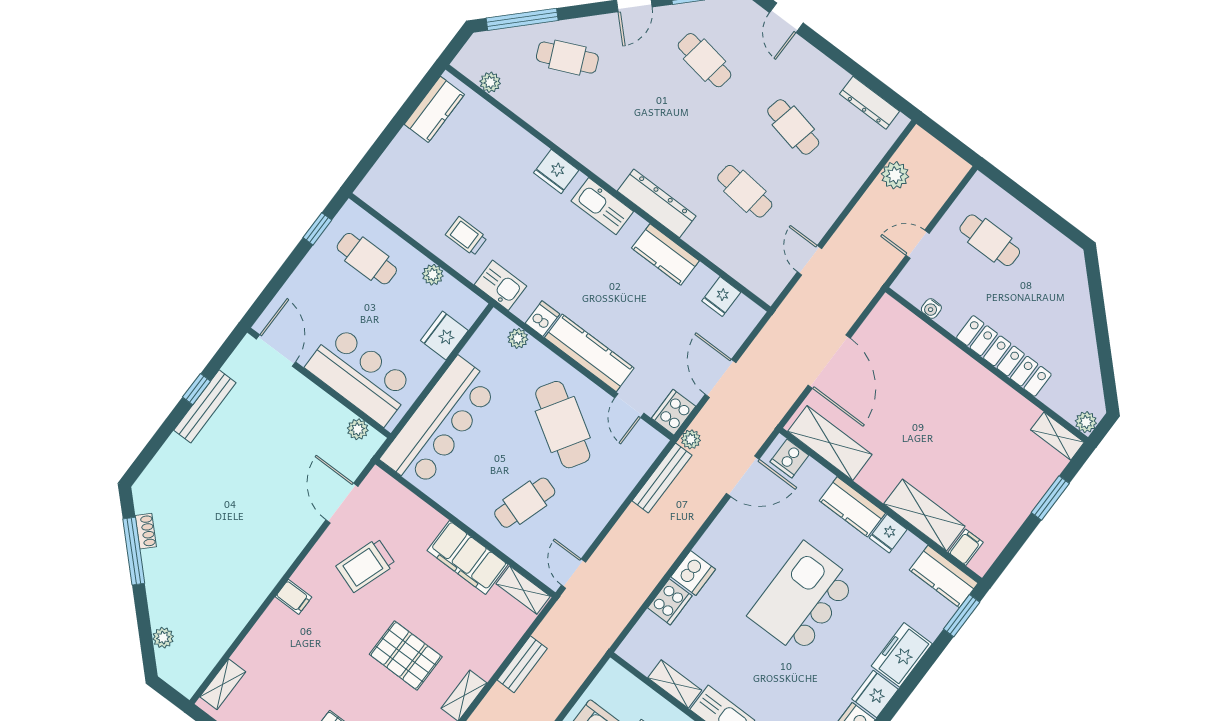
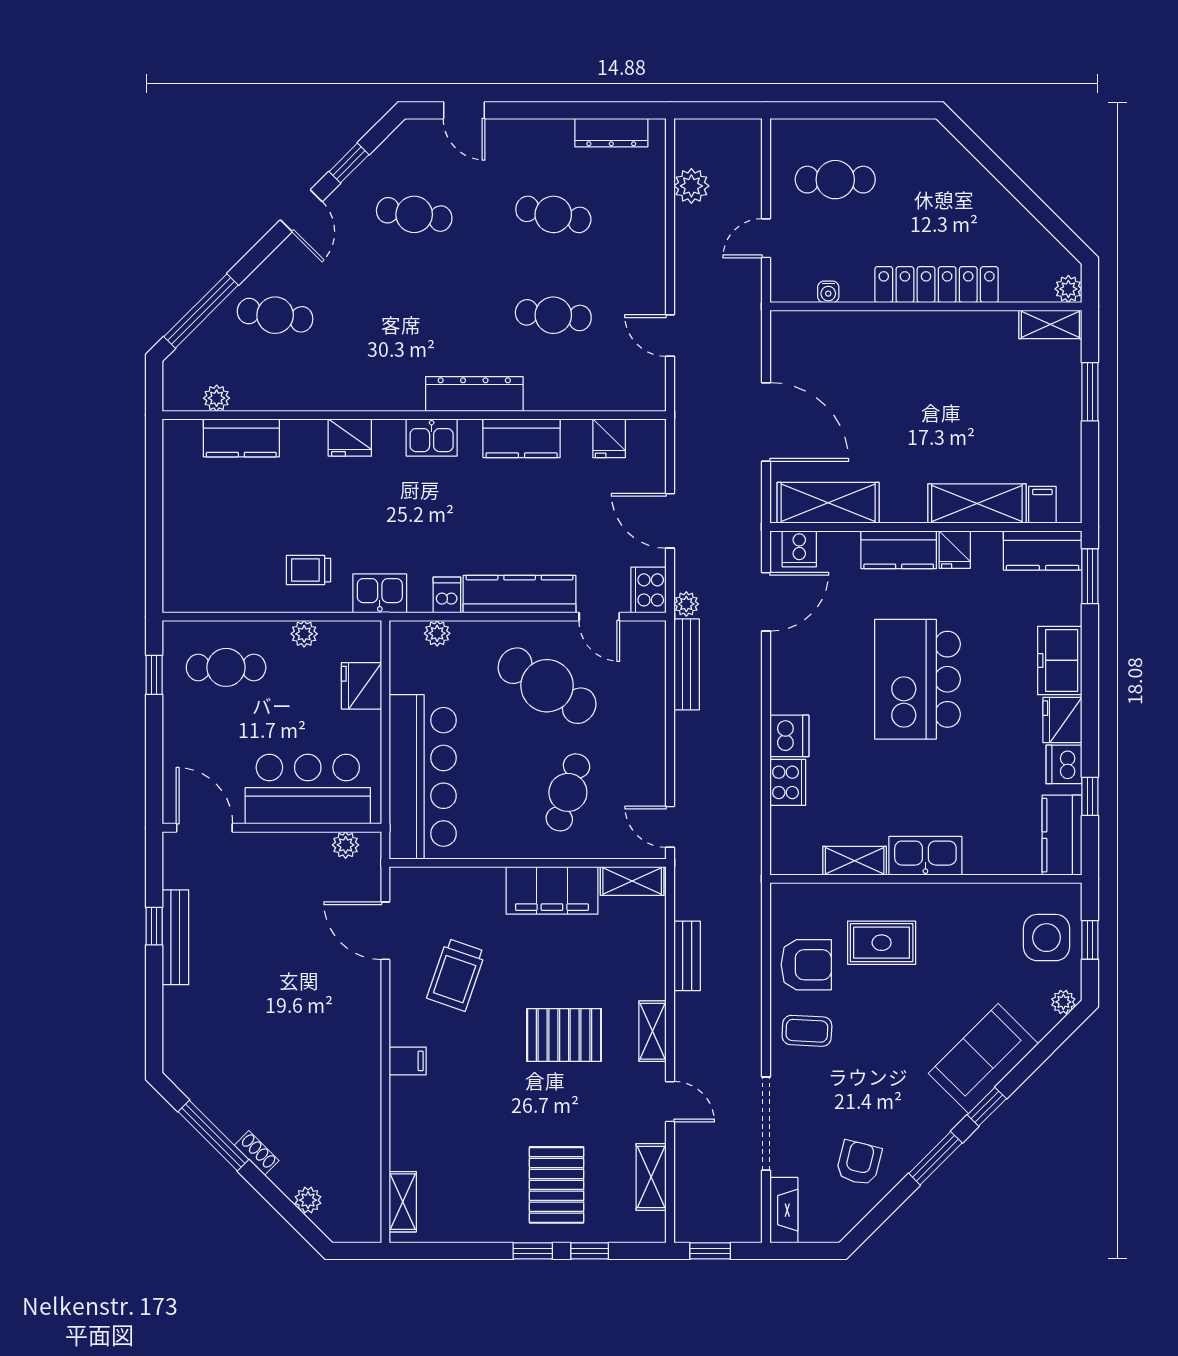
cafe table: (567, 58) -> (275, 315), turned 33
kitchen counter: (434, 109) -> (241, 438), moved, turned 90
kitchen sink: (602, 206) -> (432, 438), width x0.73
shoe rack: (146, 531) -> (257, 1153), moved

